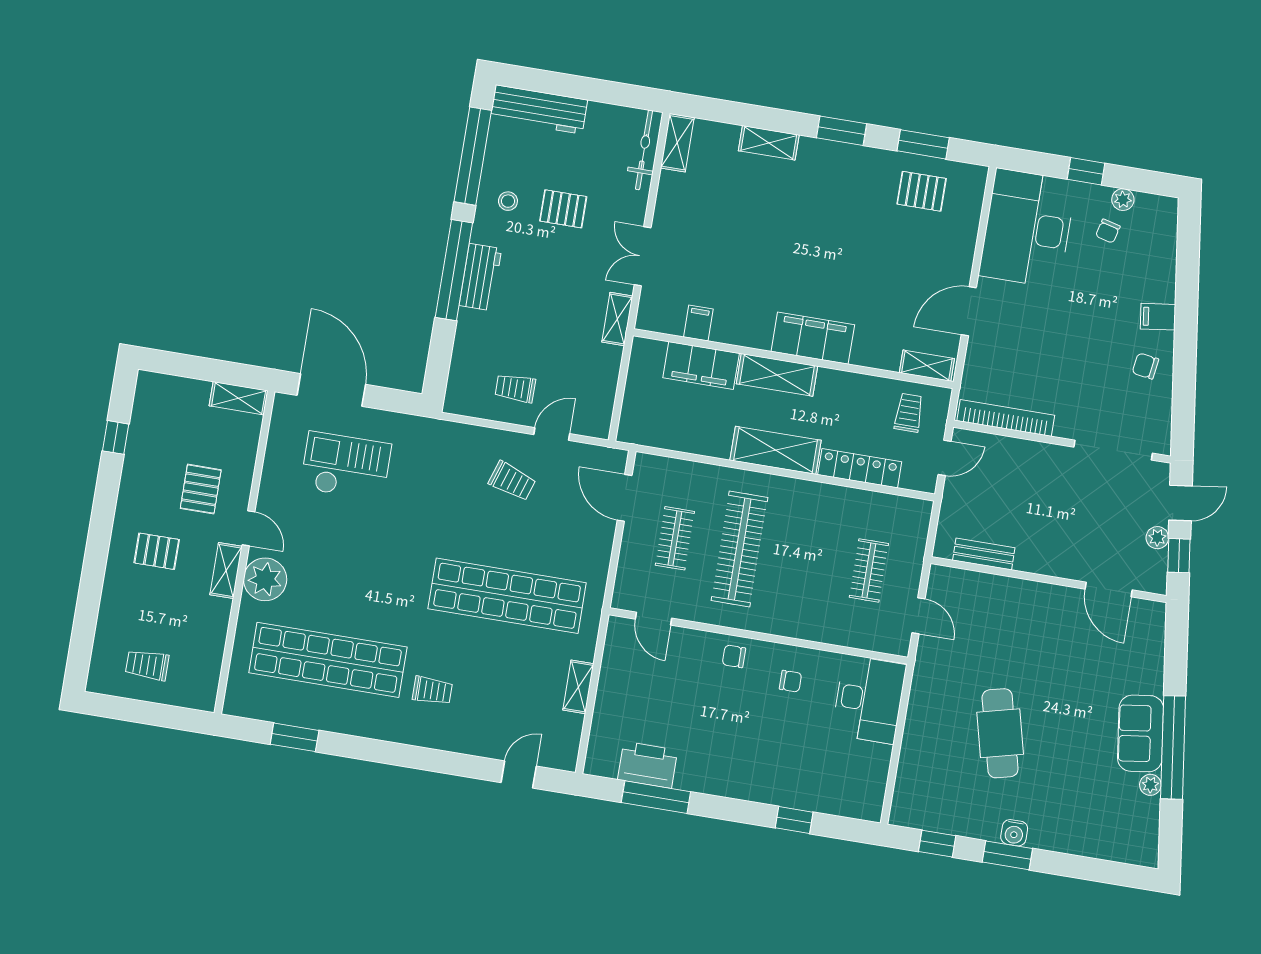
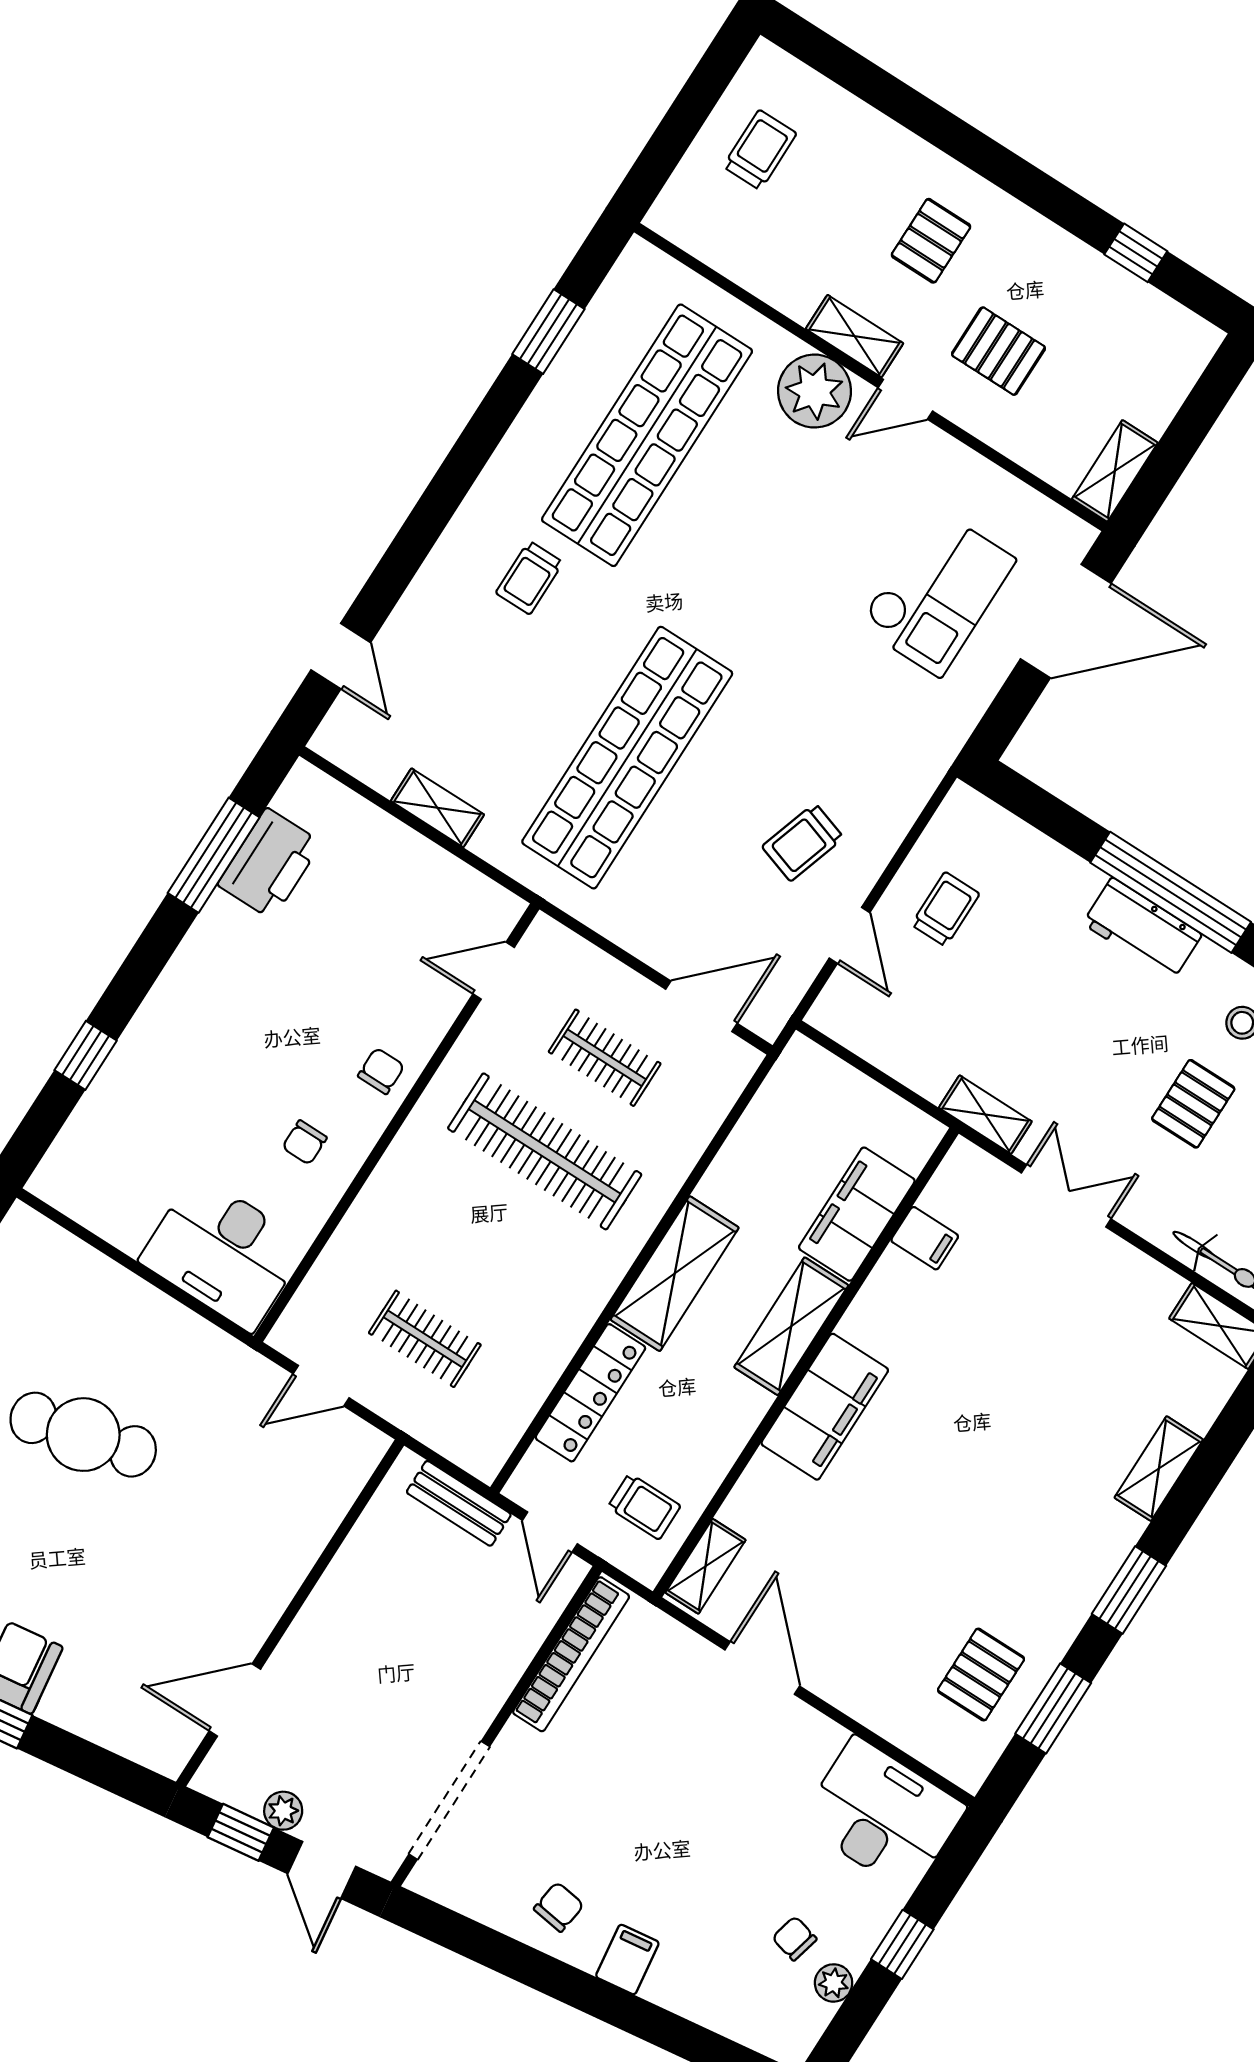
desk: (1027, 228) -> (882, 1815), width x0.73, depth x0.77
bench: (984, 554) -> (459, 1503), moved, turned 90

